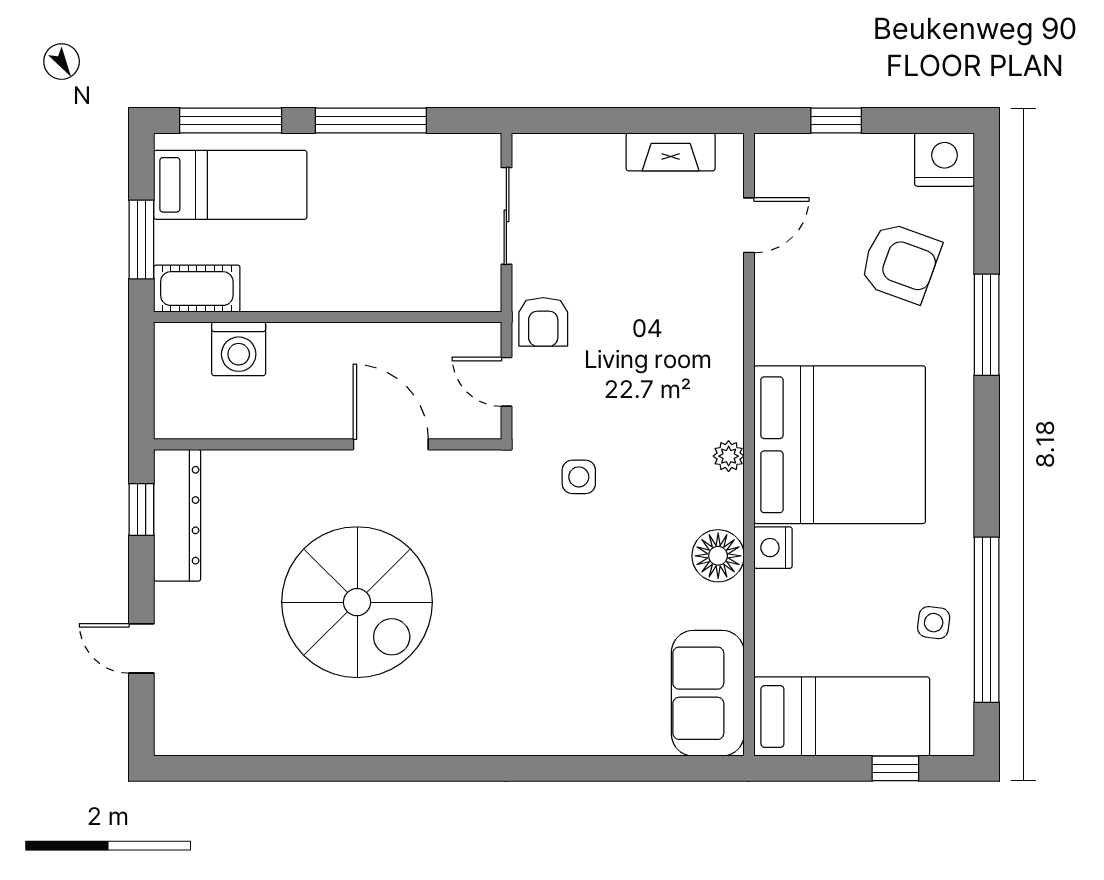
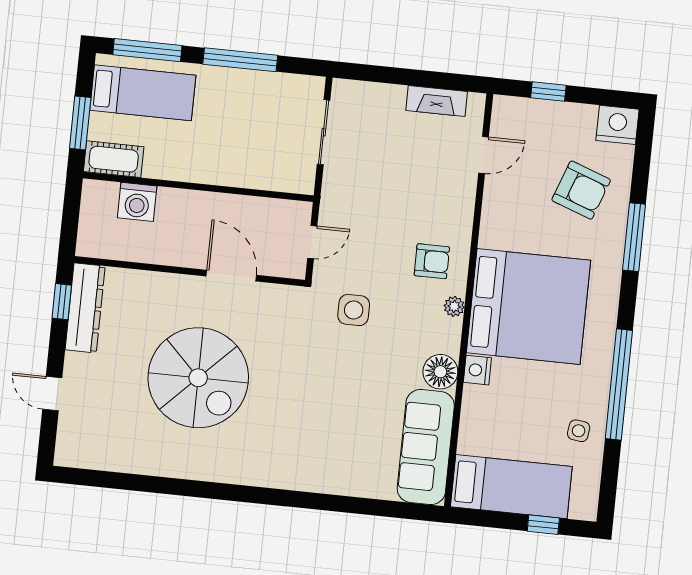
armchair: (543, 322) -> (432, 261), moved, turned -90
door: (506, 382) -> (312, 242), swing flipped
side table: (579, 477) -> (354, 310), width x1.37, depth x1.37
window: (987, 620) -> (619, 385), moved
sofa: (708, 693) -> (426, 447), width x1.36

